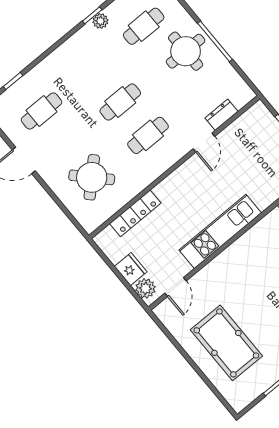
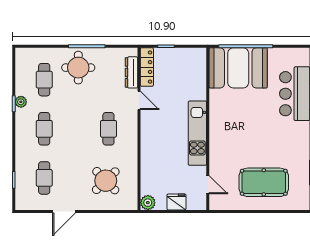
cafe table: (120, 102) -> (44, 129), moved
dresser: (221, 115) -> (131, 72), width x1.44
locker: (135, 213) -> (147, 67), moved
plant: (145, 288) -> (148, 203), moved

